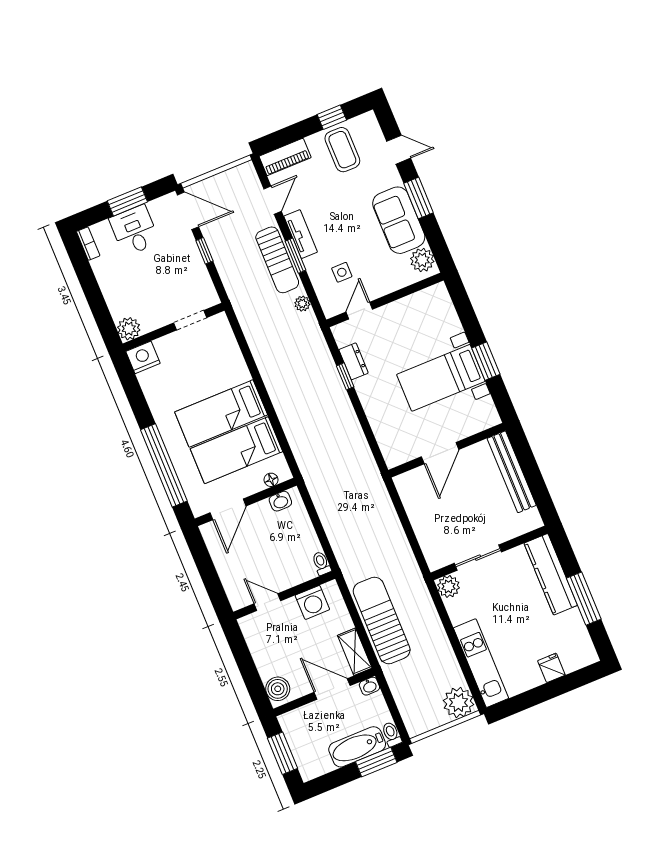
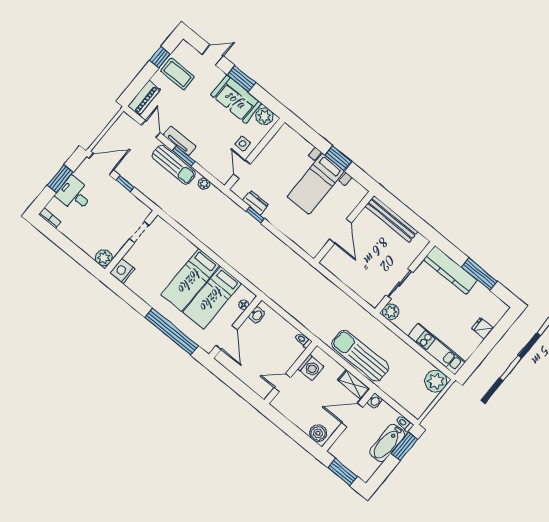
side table: (342, 272) -> (243, 144), moved

